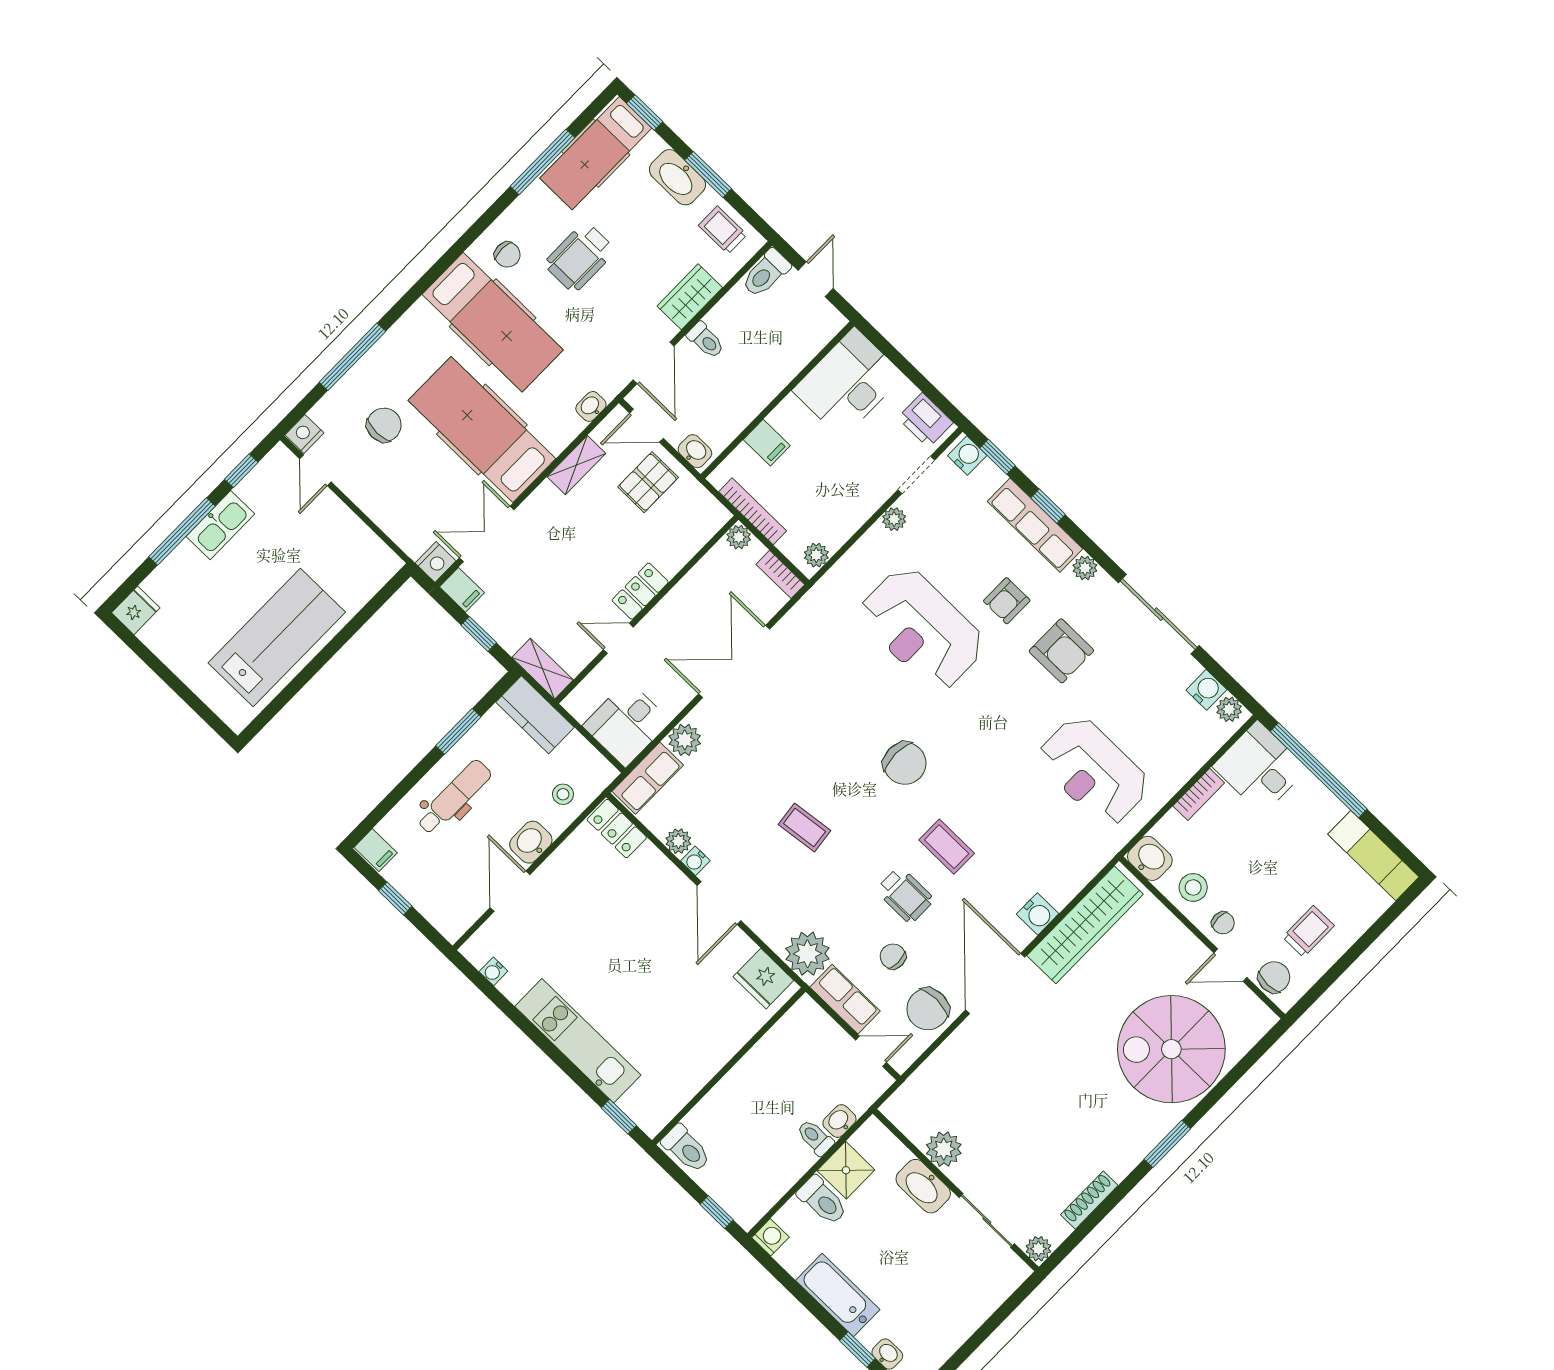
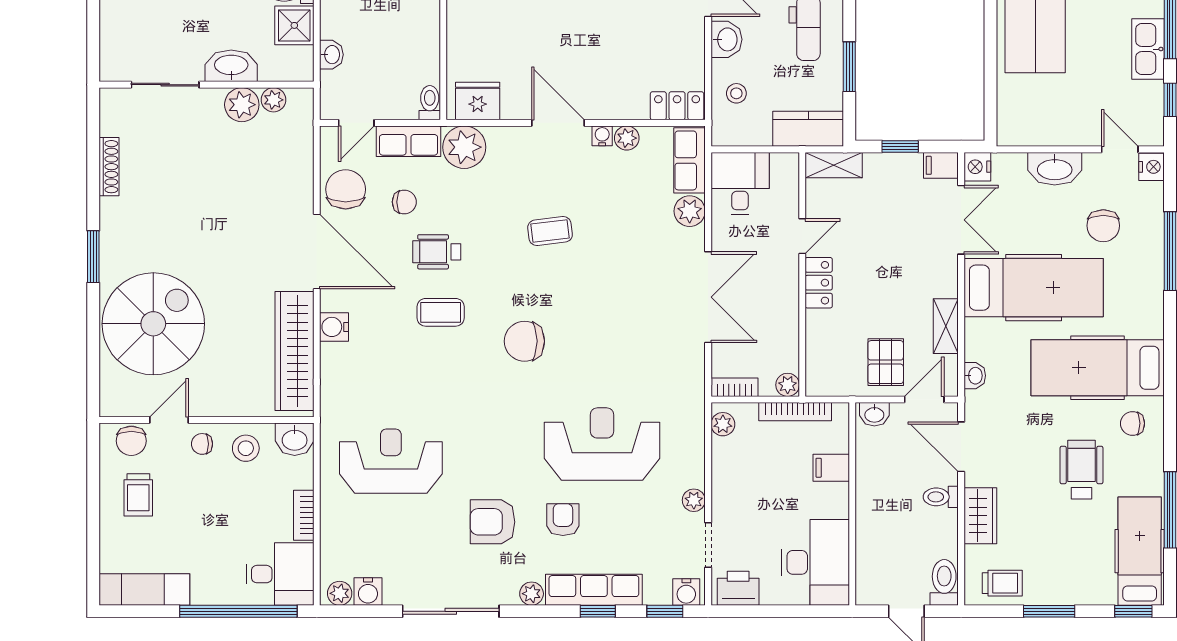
washbasin: (677, 177) -> (1055, 169), moved, turned 180
toilet: (815, 1138) -> (430, 103), moved, turned -90
plant: (1038, 1249) -> (273, 100), moved

